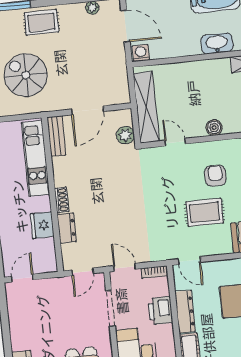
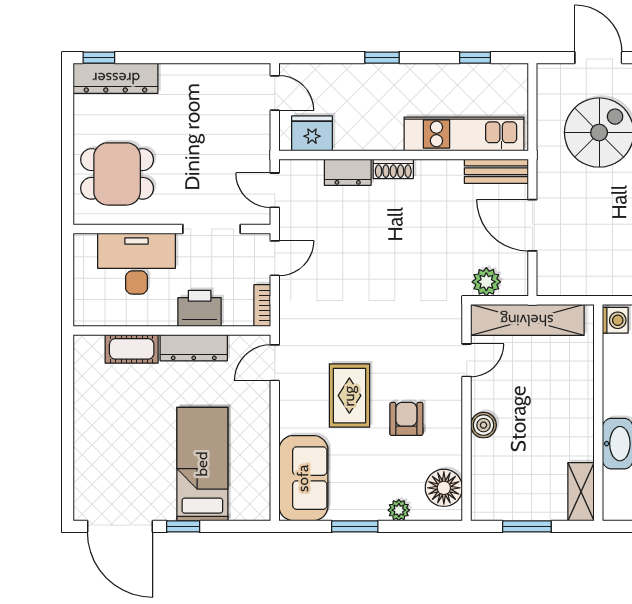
armchair: (215, 176) -> (406, 419), turned -90
fridge: (42, 225) -> (312, 133), moved

